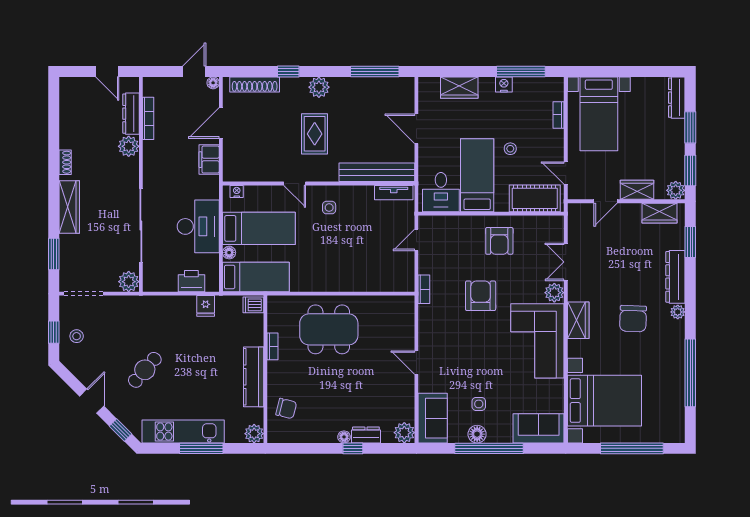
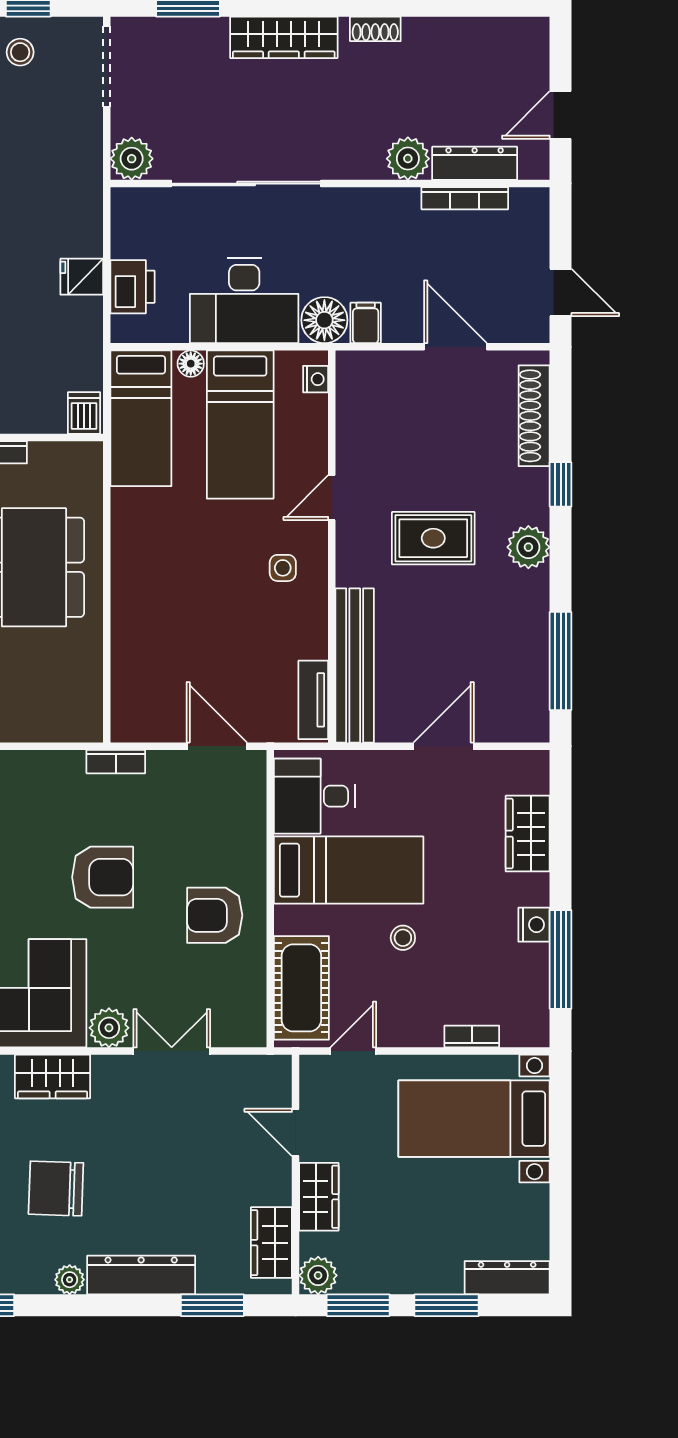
floor lamp: (213, 83) -> (324, 320), moved, width x1.89, depth x1.89
filing cabinet: (209, 160) -> (366, 323), width x0.50
door: (416, 240) -> (217, 746), width x1.38
fridge: (206, 306) -> (82, 277), moved

